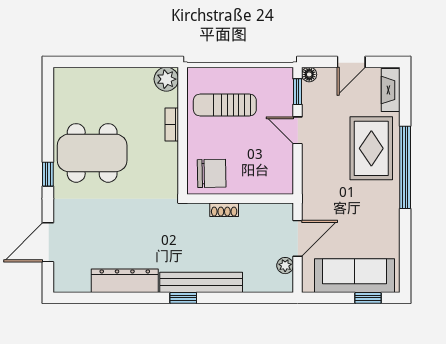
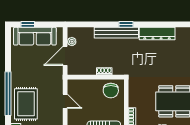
door: (298, 130) -> (65, 101), moved
chair: (212, 173) -> (111, 91), turned -89

